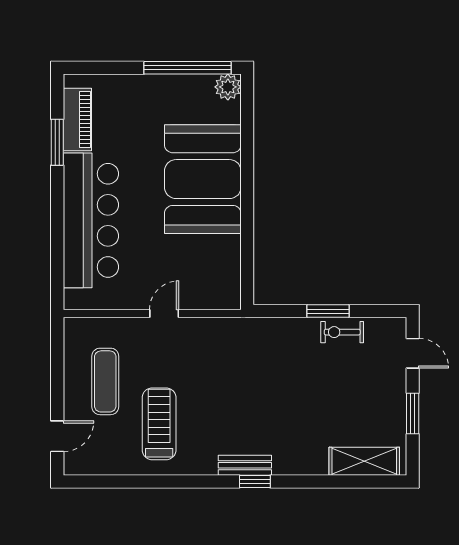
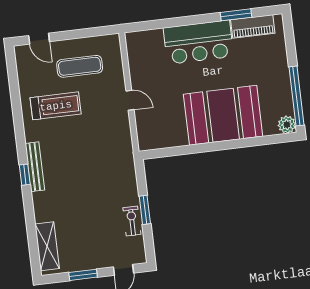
bar counter: (91, 220) -> (198, 42), width x0.73
bench: (245, 465) -> (35, 167), width x1.36

